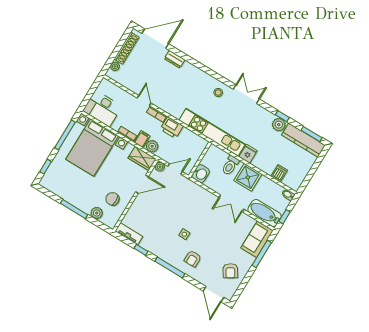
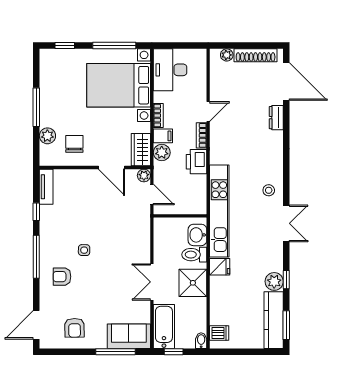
dishwasher: (279, 173) -> (219, 333), moved
washbasin: (201, 174) -> (197, 235), moved, turned 90
armchair: (230, 271) -> (75, 328), turned -59

